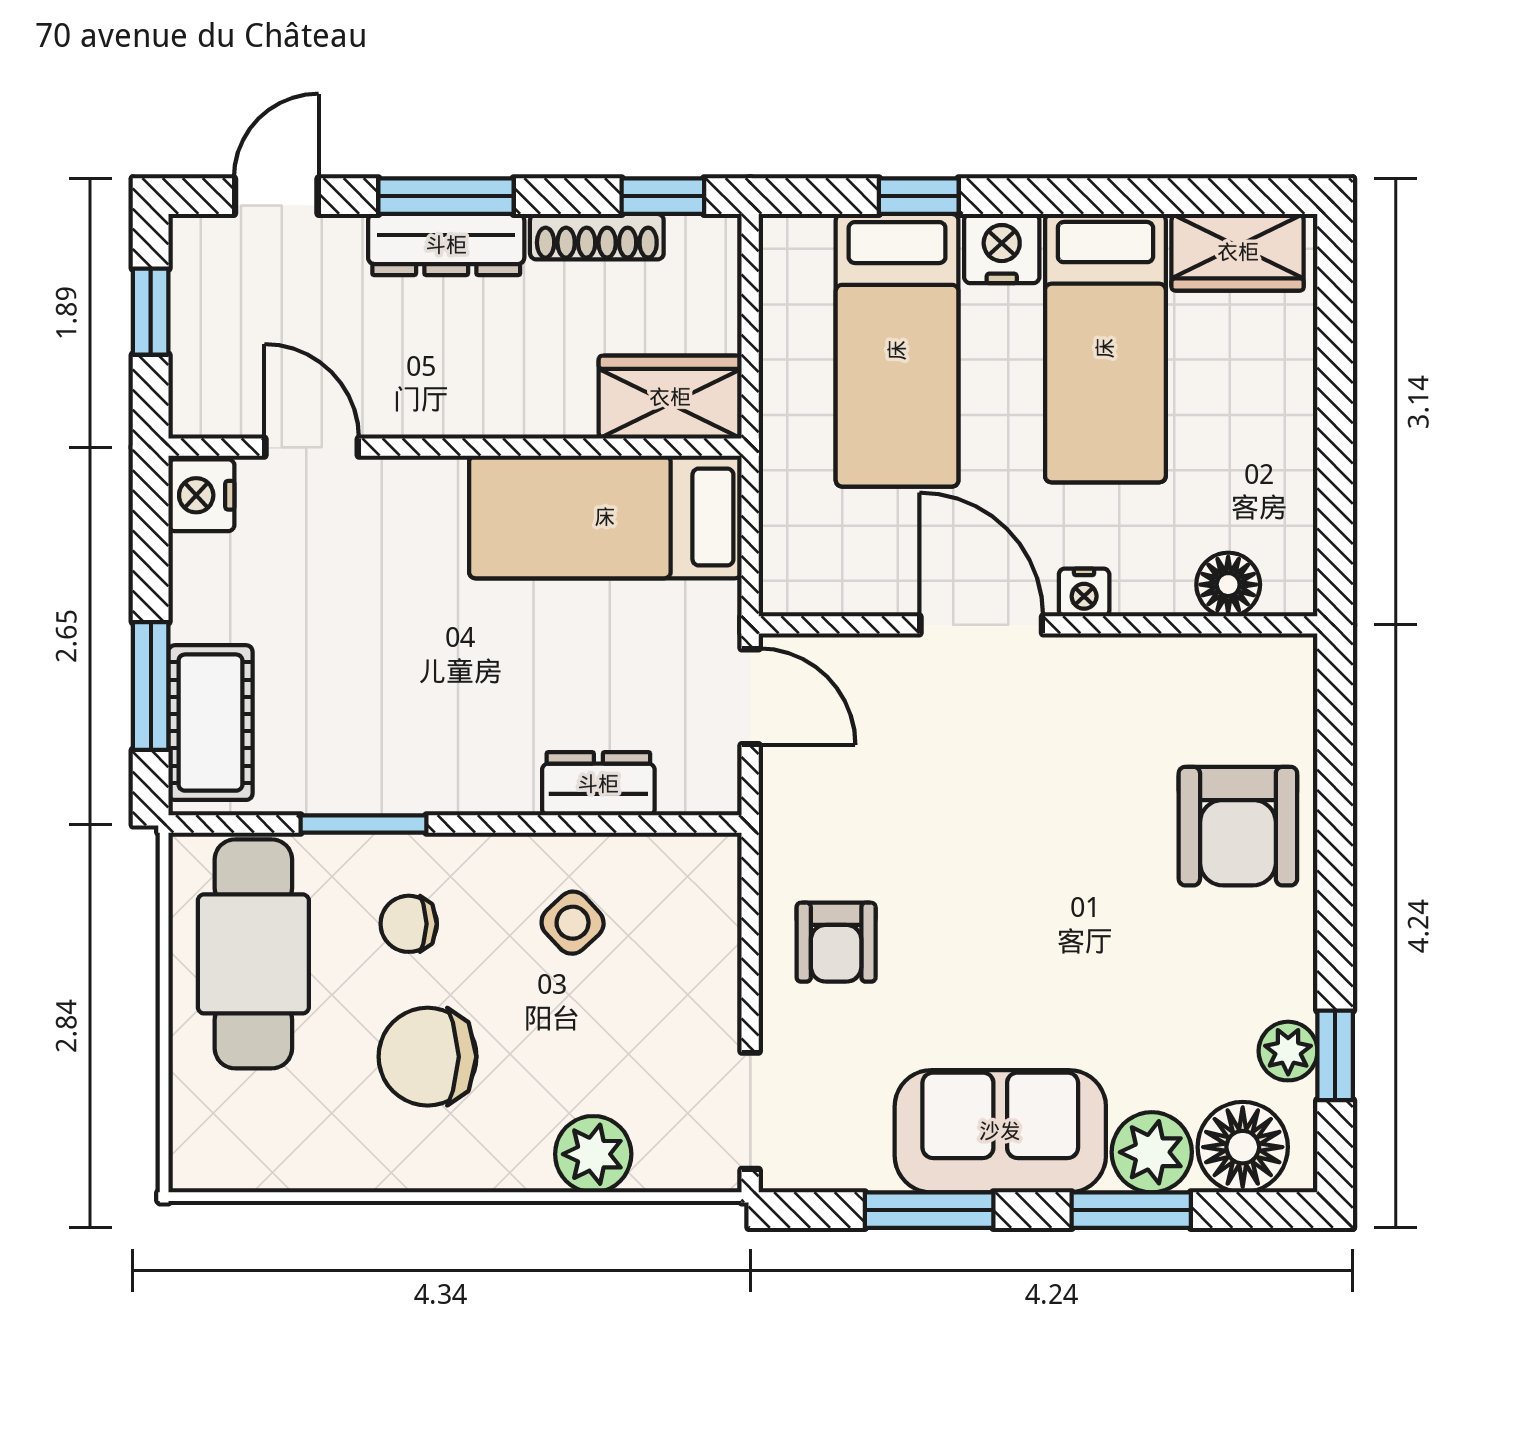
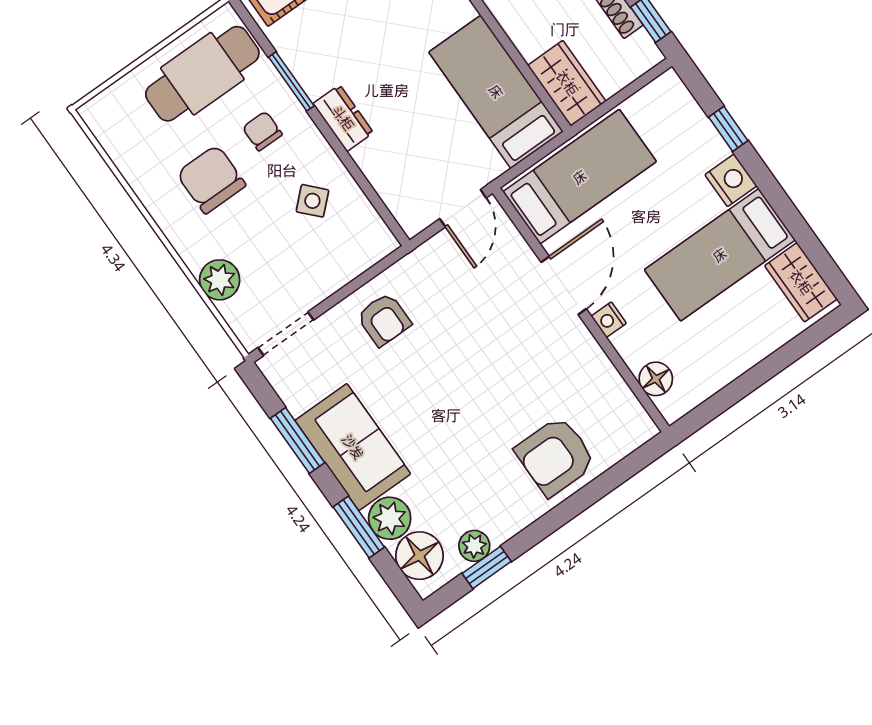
bed: (897, 350) -> (580, 177), moved, turned 180
dresser: (598, 784) -> (343, 118), moved
armchair: (836, 942) -> (384, 319), turned -90

